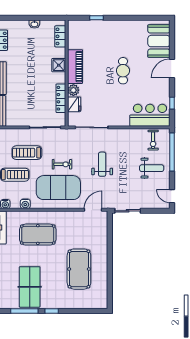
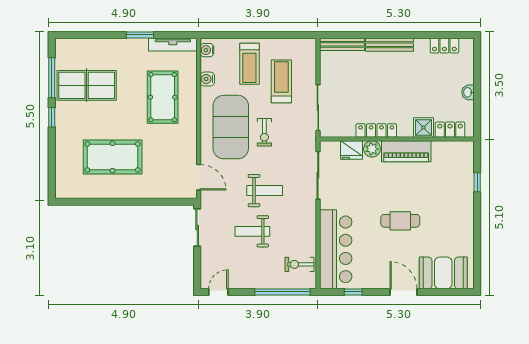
shower: (59, 65) -> (423, 128), moved
locker: (61, 98) -> (376, 131), moved
bar counter: (150, 115) -> (336, 249), width x1.36
weight bench: (152, 168) -> (252, 231), moved, turned 90

